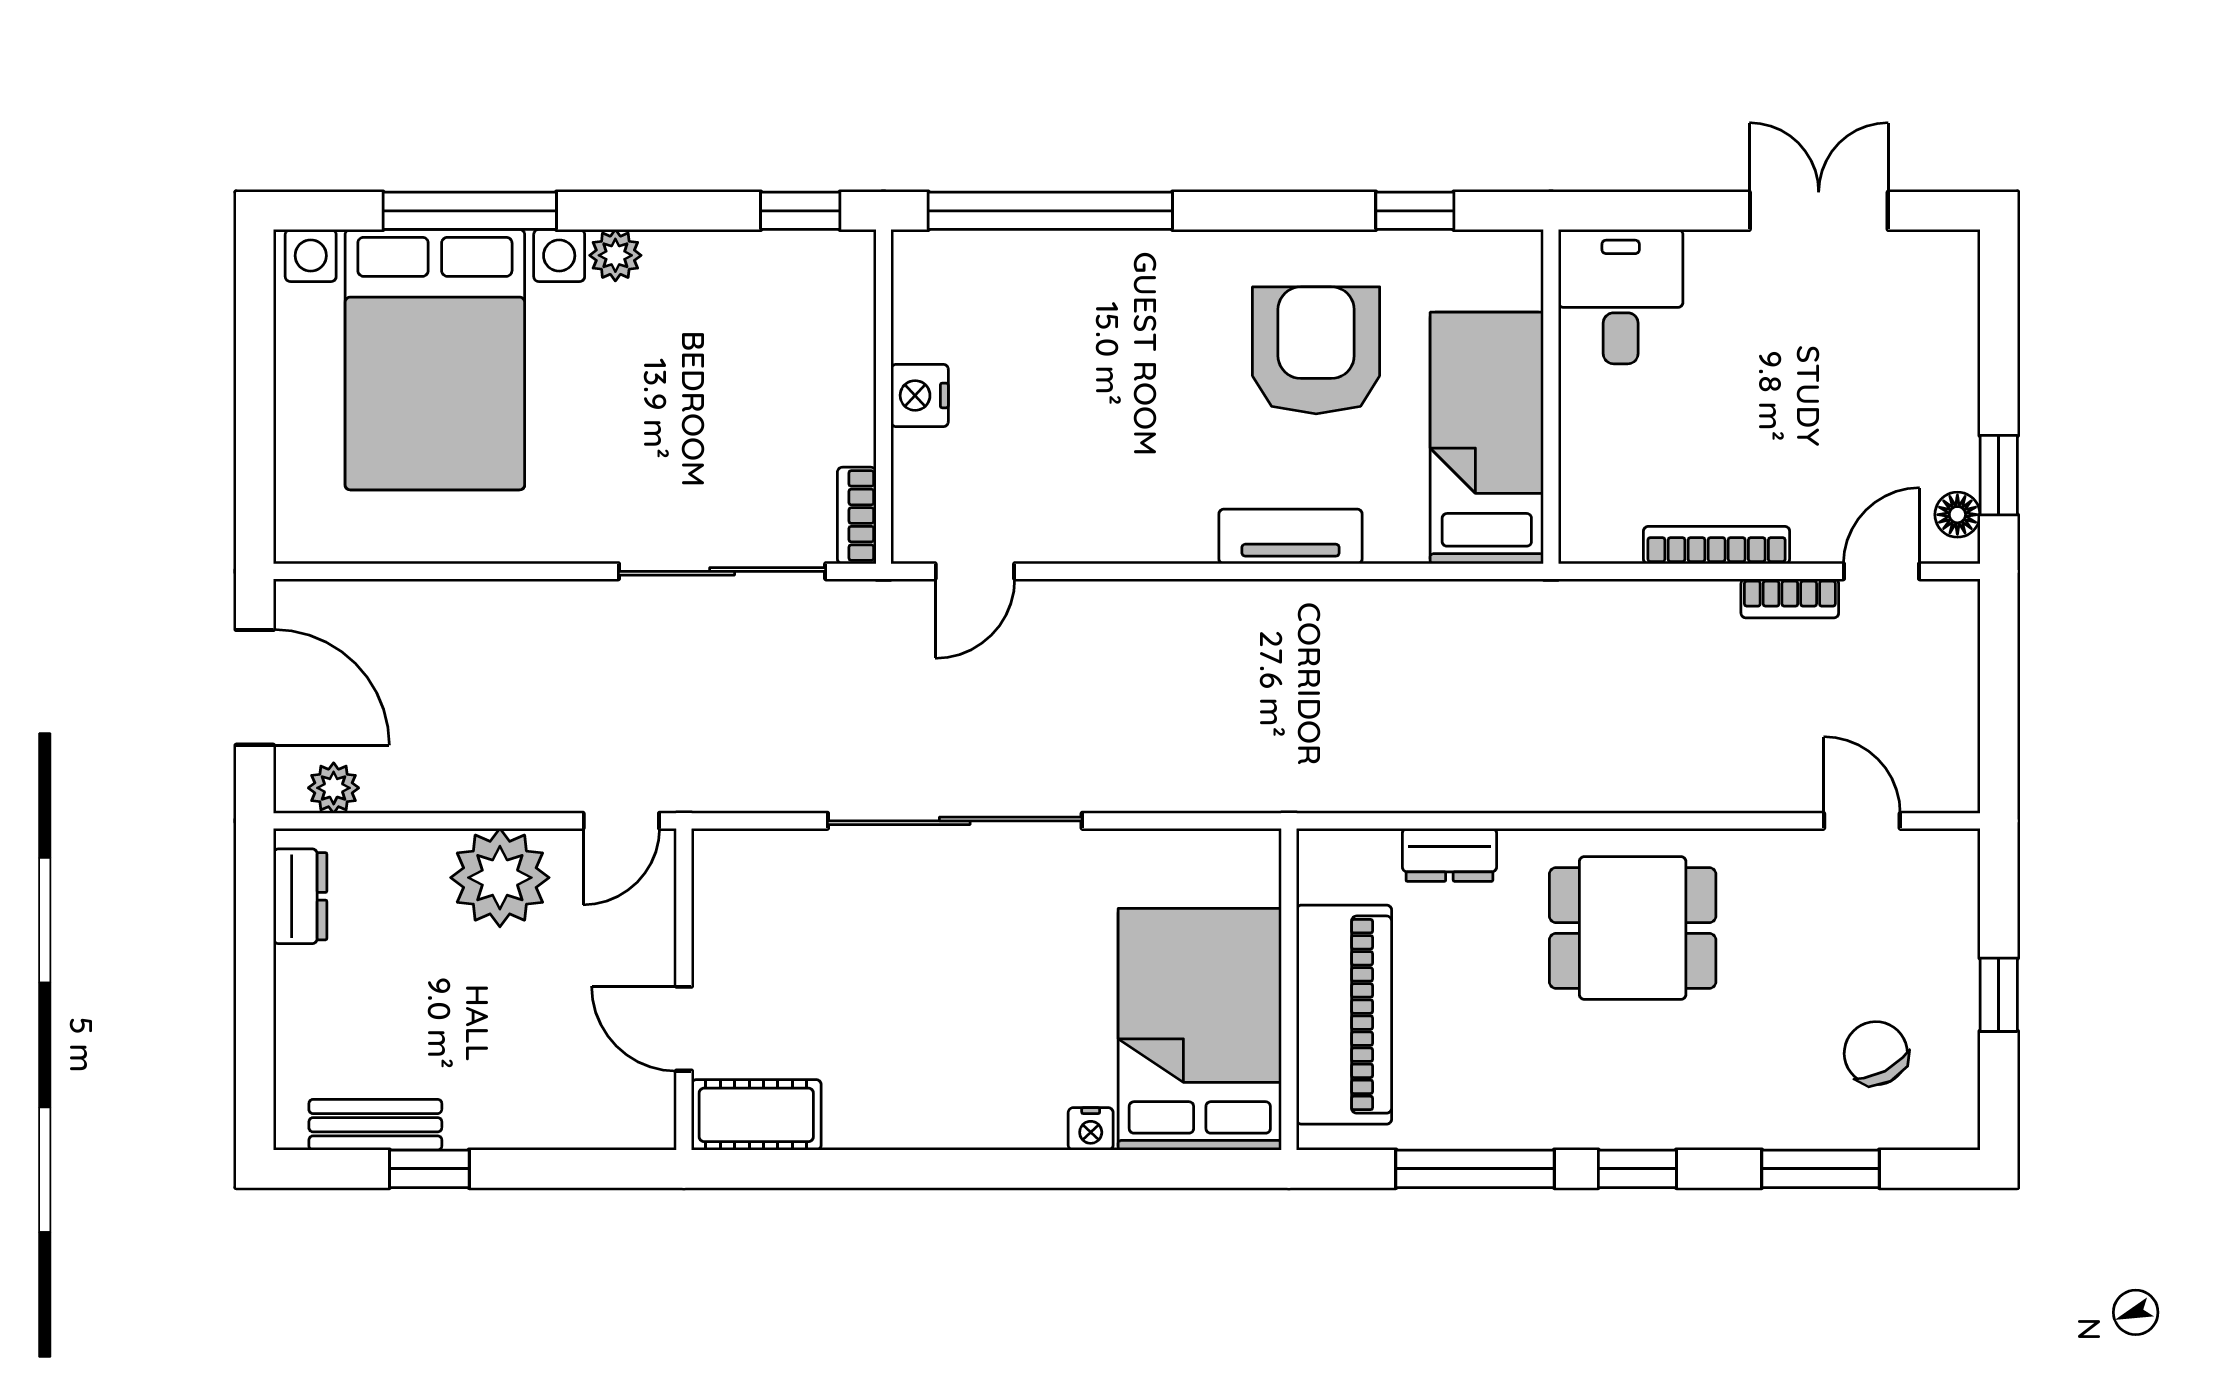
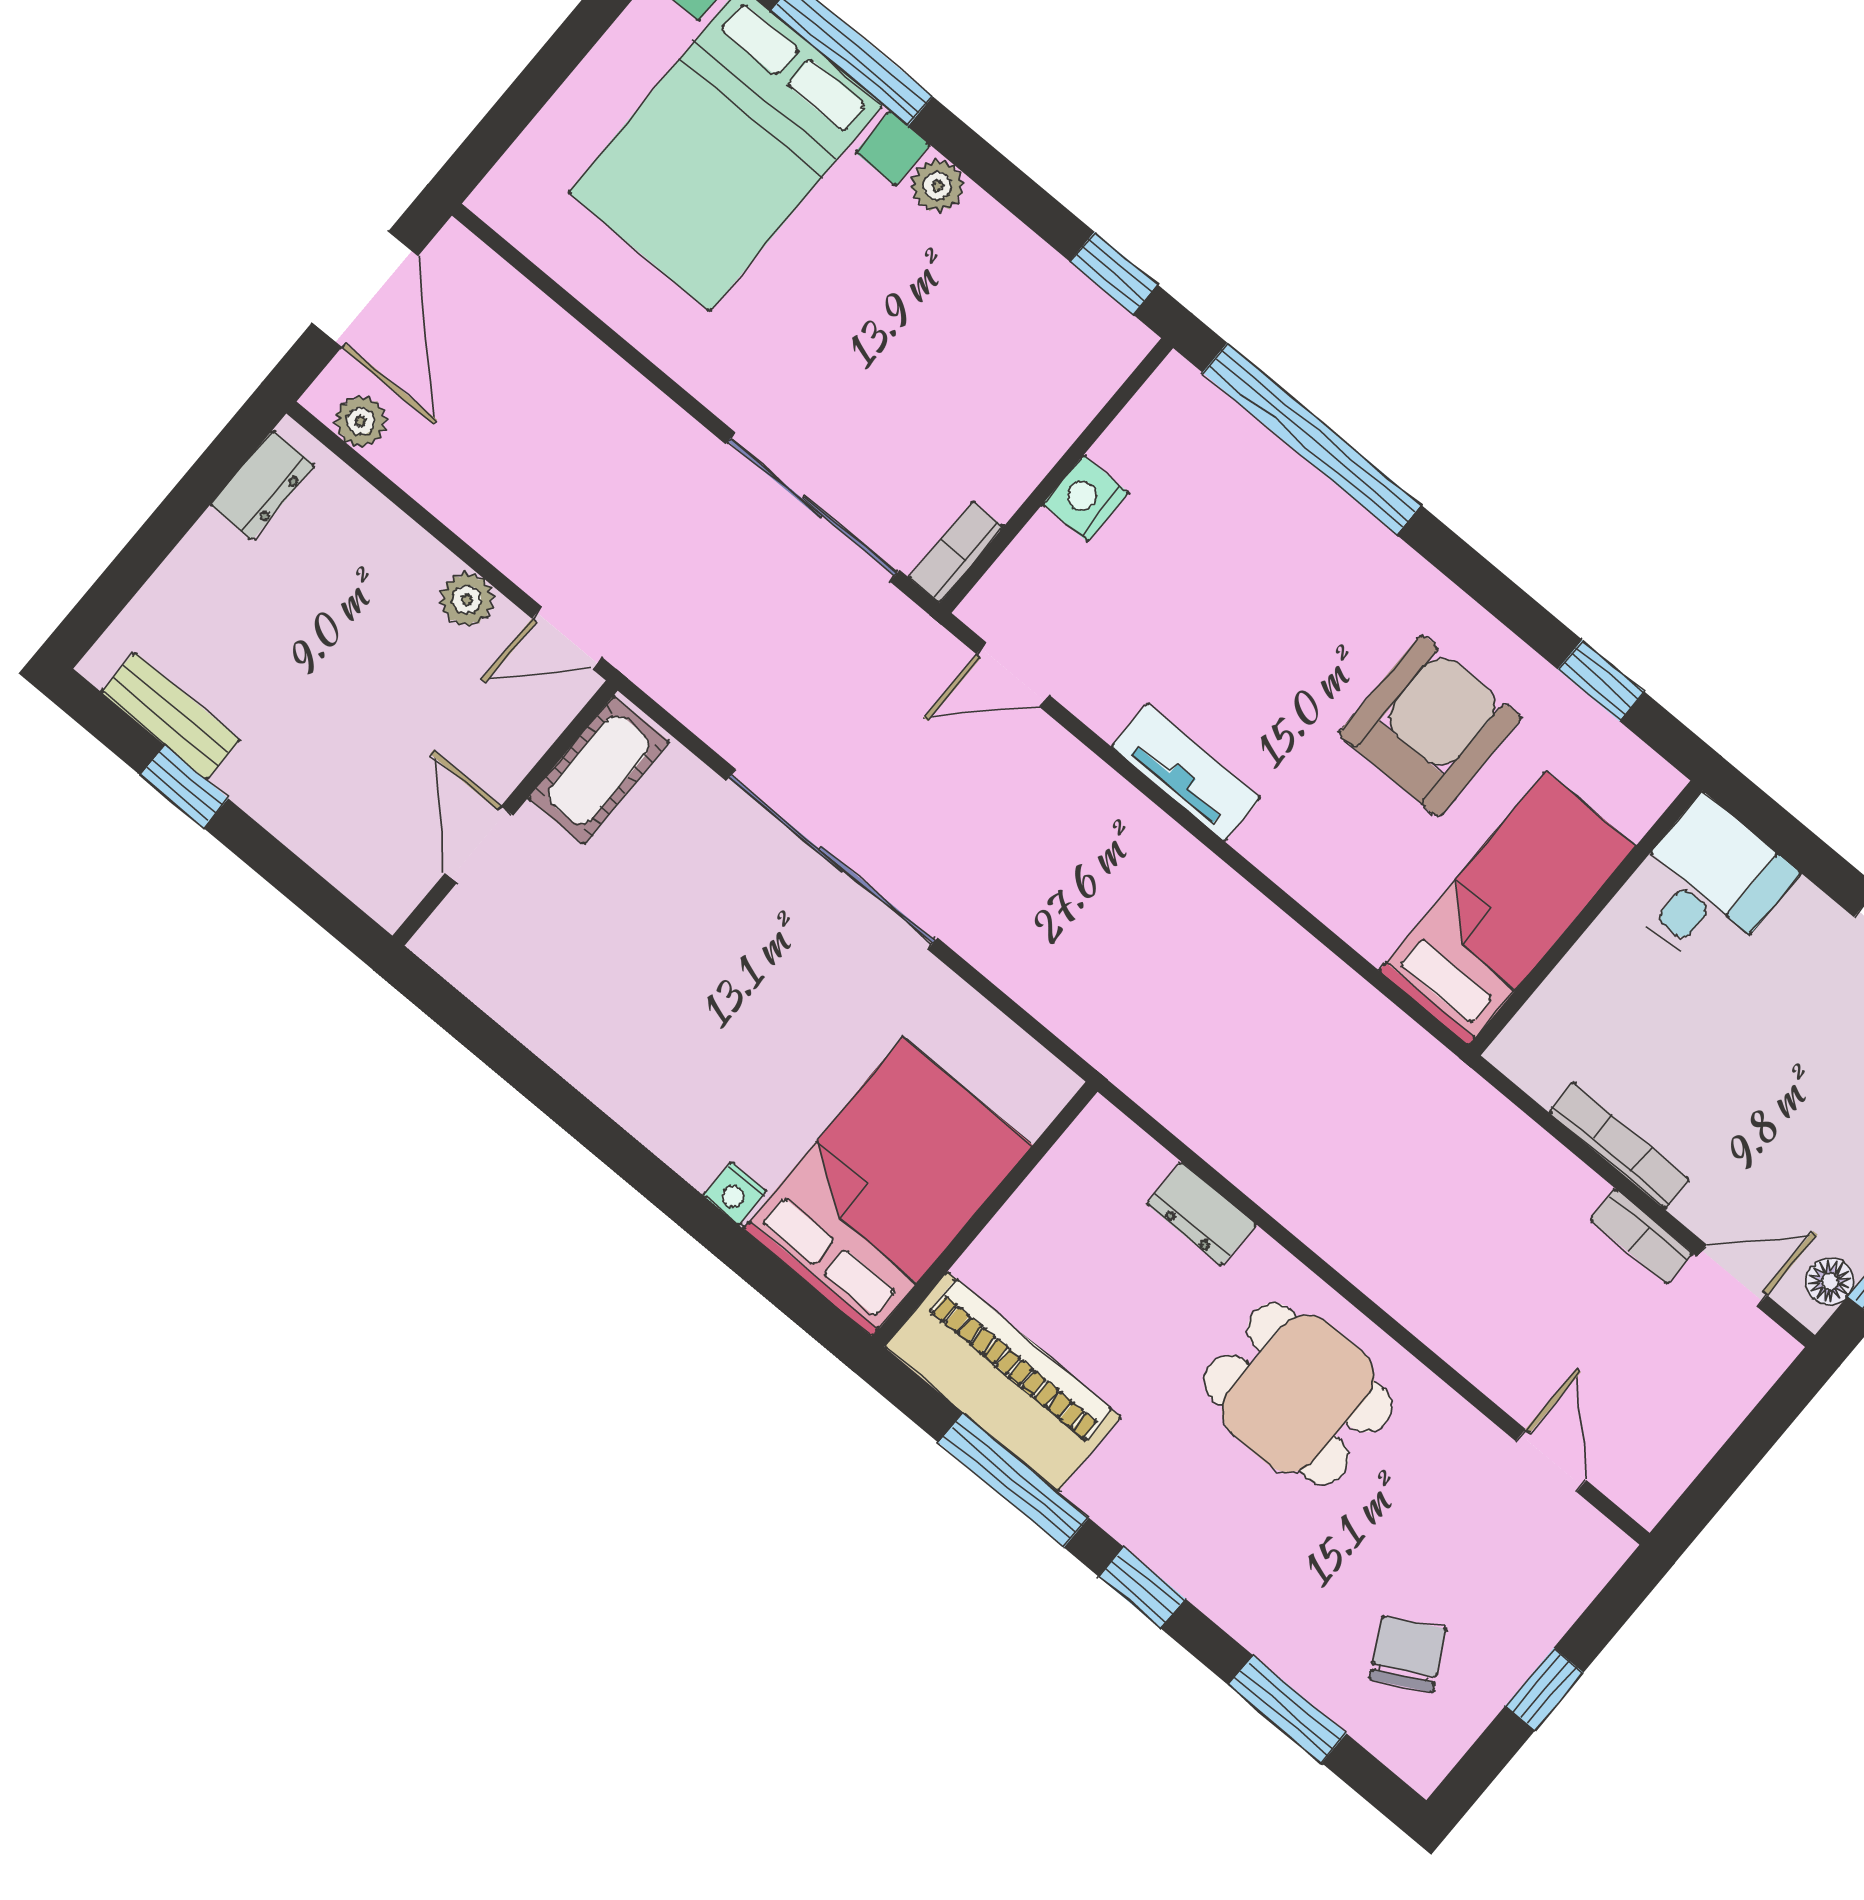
tv unit: (1291, 536) -> (1186, 772), moved
plant: (500, 878) -> (467, 600), width x0.53, depth x0.53
piano: (1344, 1015) -> (1003, 1382), moved, turned -90
cot: (756, 1115) -> (599, 770), moved, turned 90

